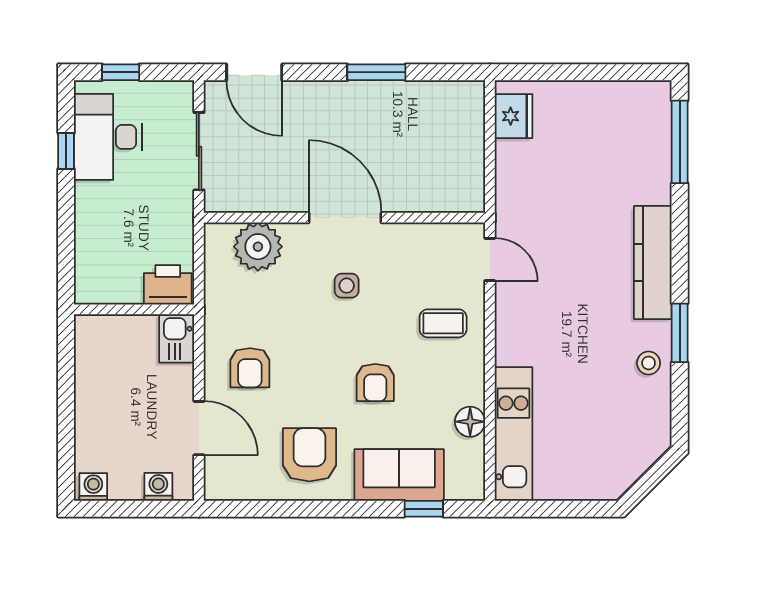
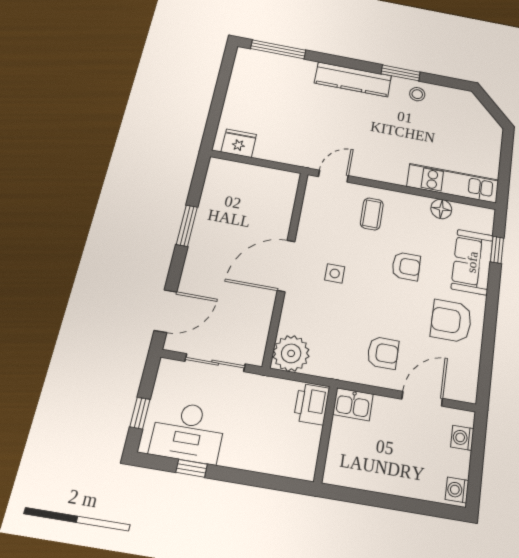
plant: (258, 247) -> (291, 353), moved

